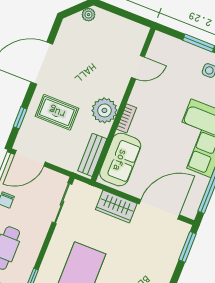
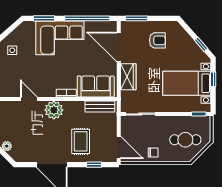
plant: (104, 110) -> (54, 110), moved
armchair: (148, 262) -> (157, 40), added

